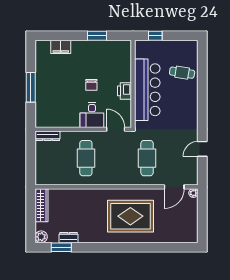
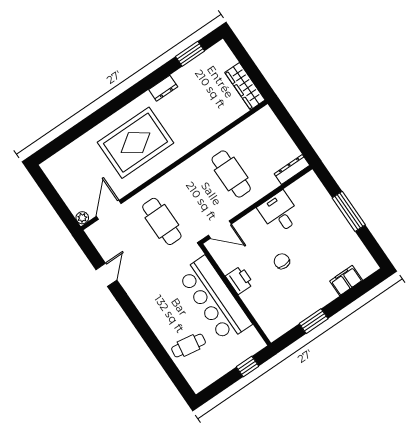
desk: (92, 115) -> (279, 213), moved
plant: (41, 237) -> (221, 50), removed
dresser: (69, 238) -> (163, 88), moved

